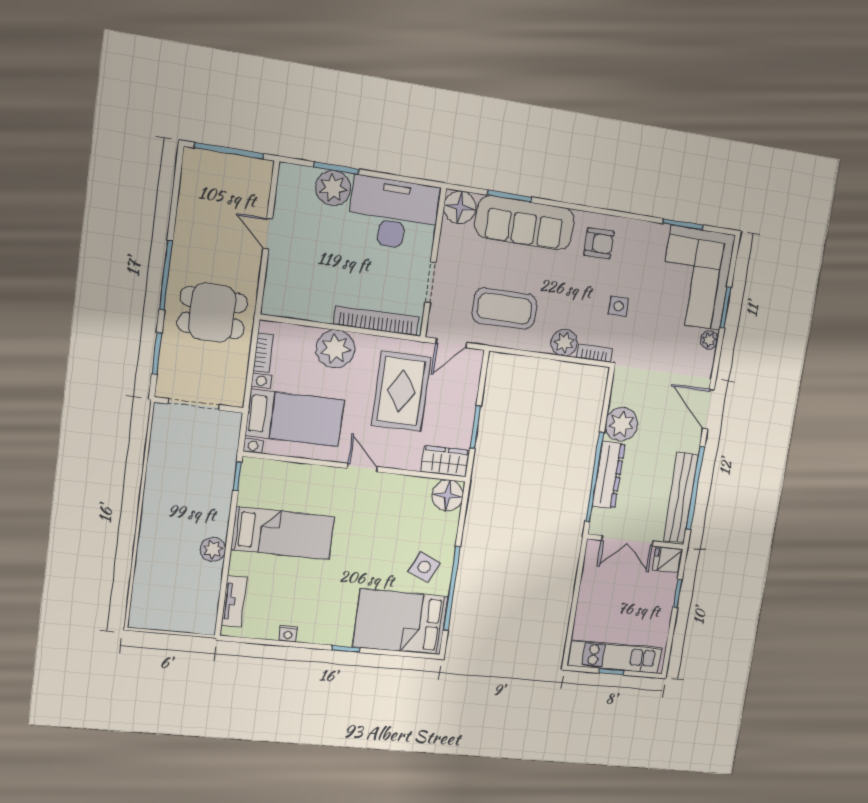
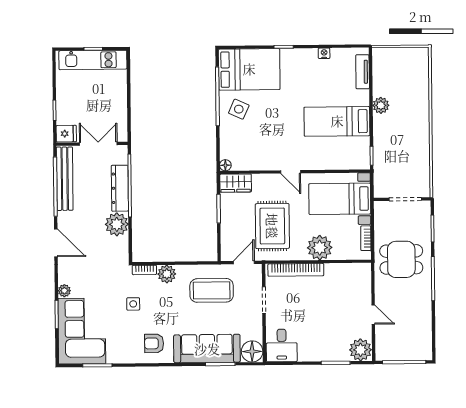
plant: (333, 188) -> (361, 350), moved
desk: (393, 213) -> (282, 345), width x0.53, depth x0.77
floor lamp: (448, 495) -> (225, 165), width x0.53, depth x0.53

